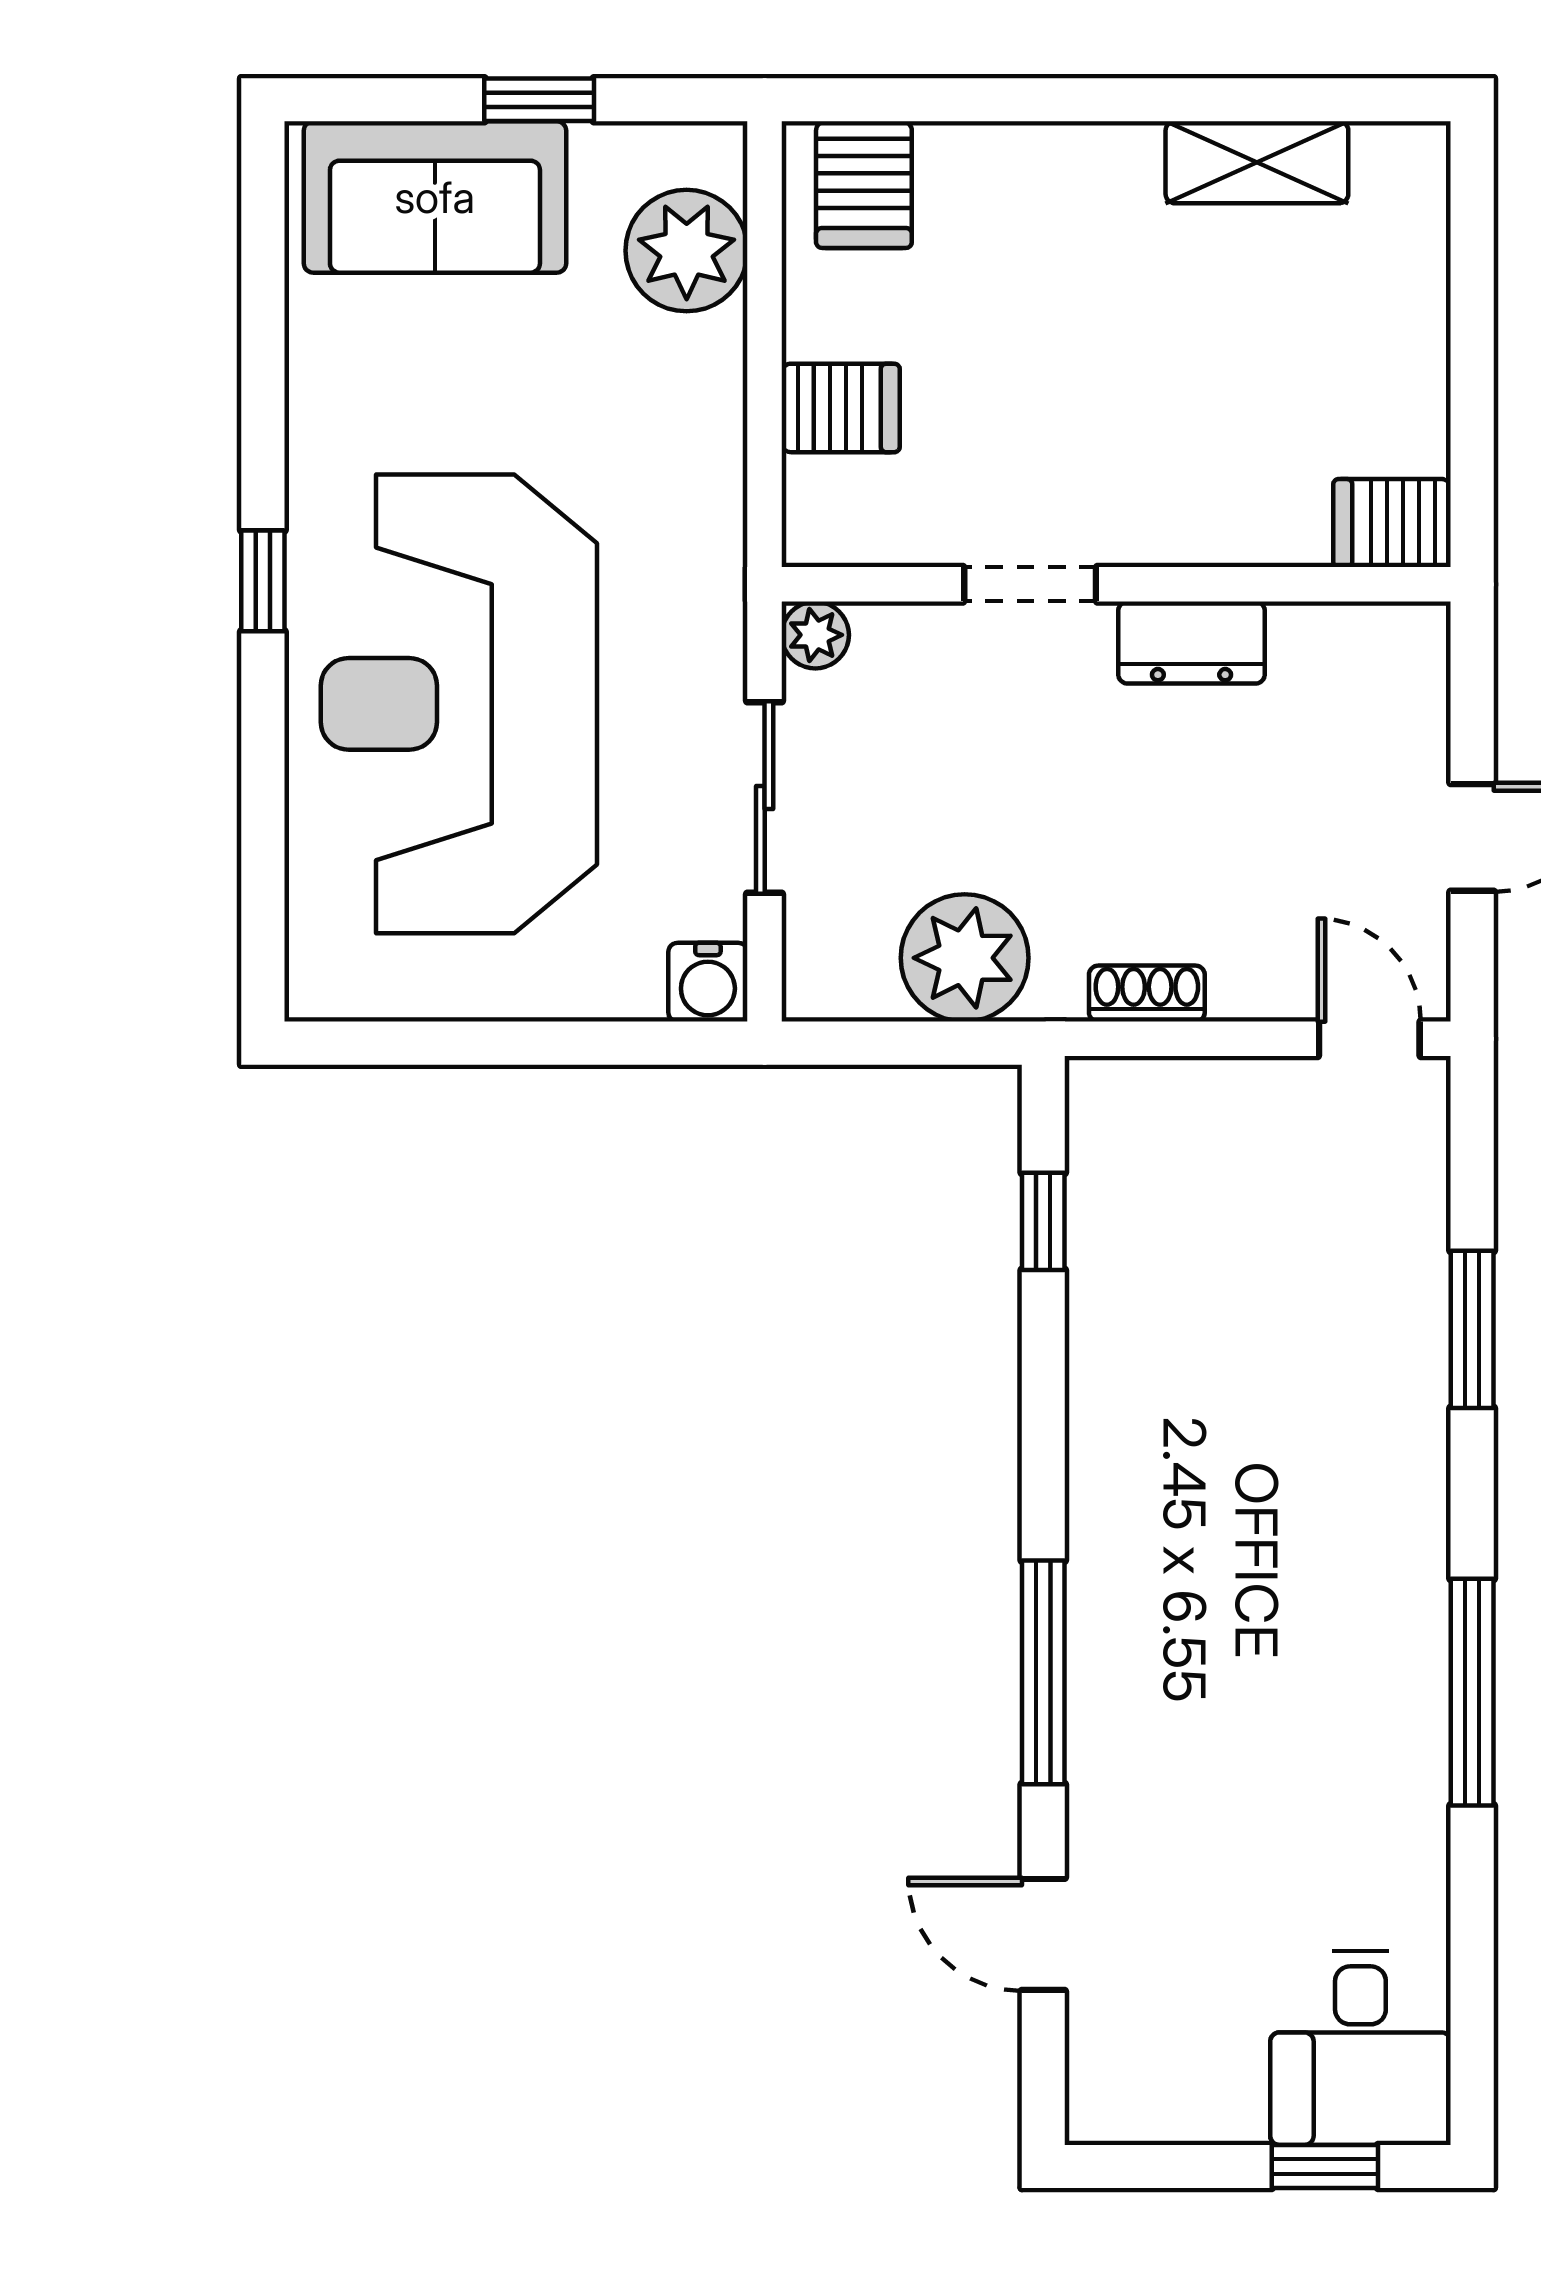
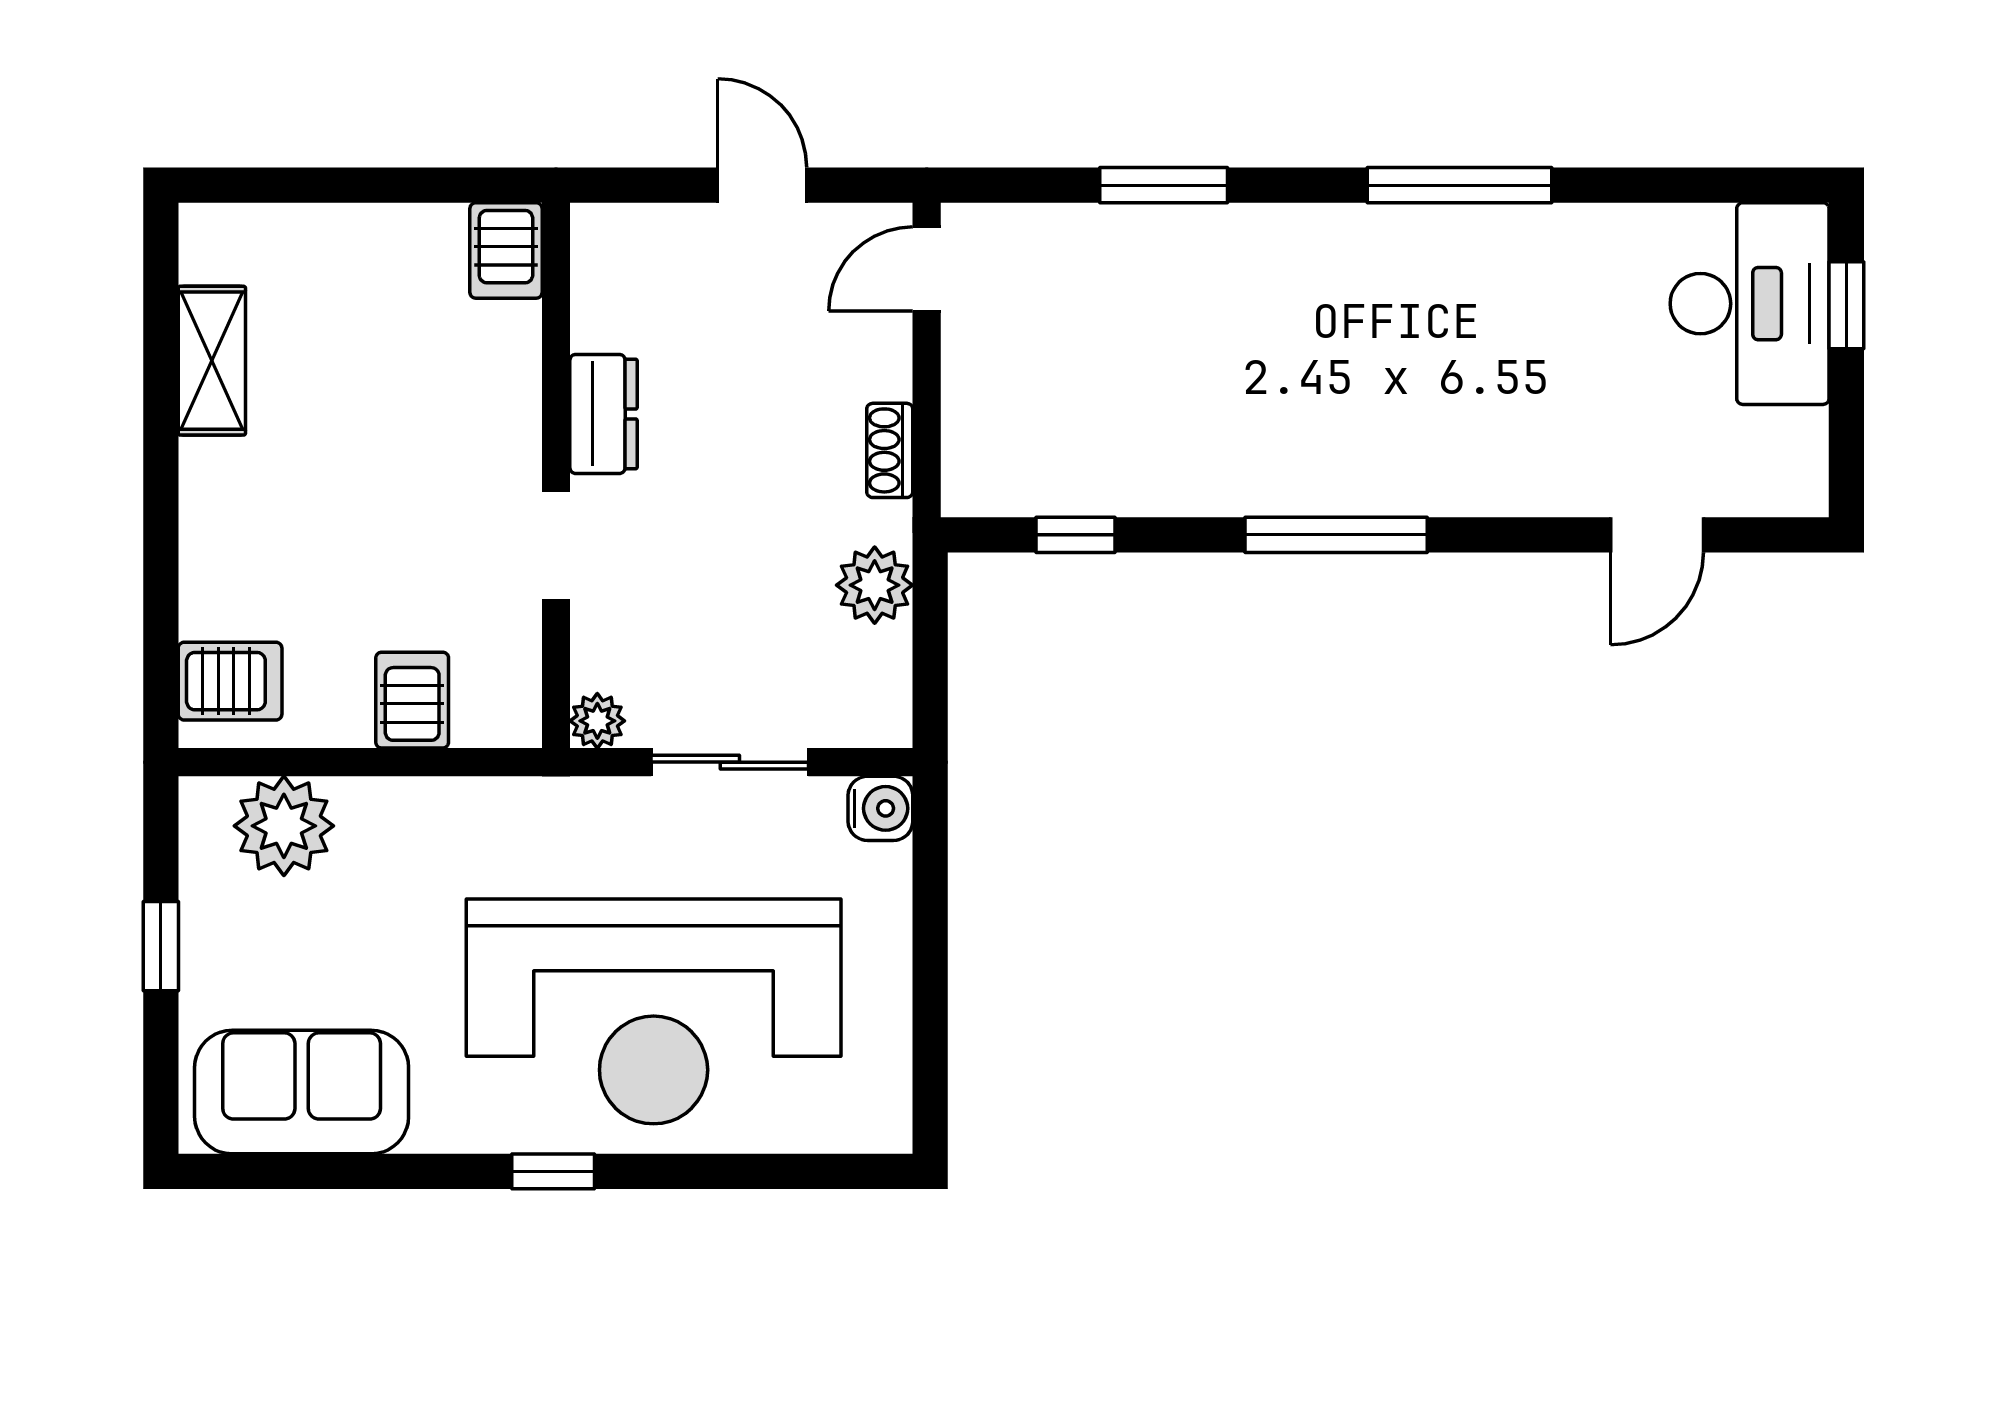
sofa: (435, 197) -> (302, 1092), moved, turned -90
plant: (965, 958) -> (875, 585), width x0.73, depth x0.73
window: (1043, 1672) -> (1336, 535), moved
desk: (1360, 2048) -> (1750, 304), width x1.37

